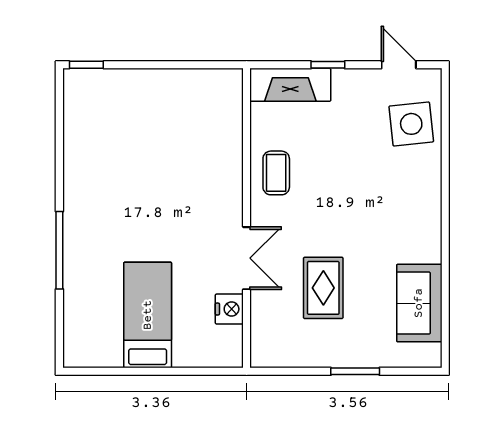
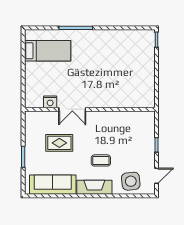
fireplace: (290, 85) -> (94, 187), moved, turned 90
coffee table: (276, 173) -> (101, 160), moved
sofa: (419, 303) -> (53, 185), width x1.36
bed: (148, 315) -> (48, 51), moved

